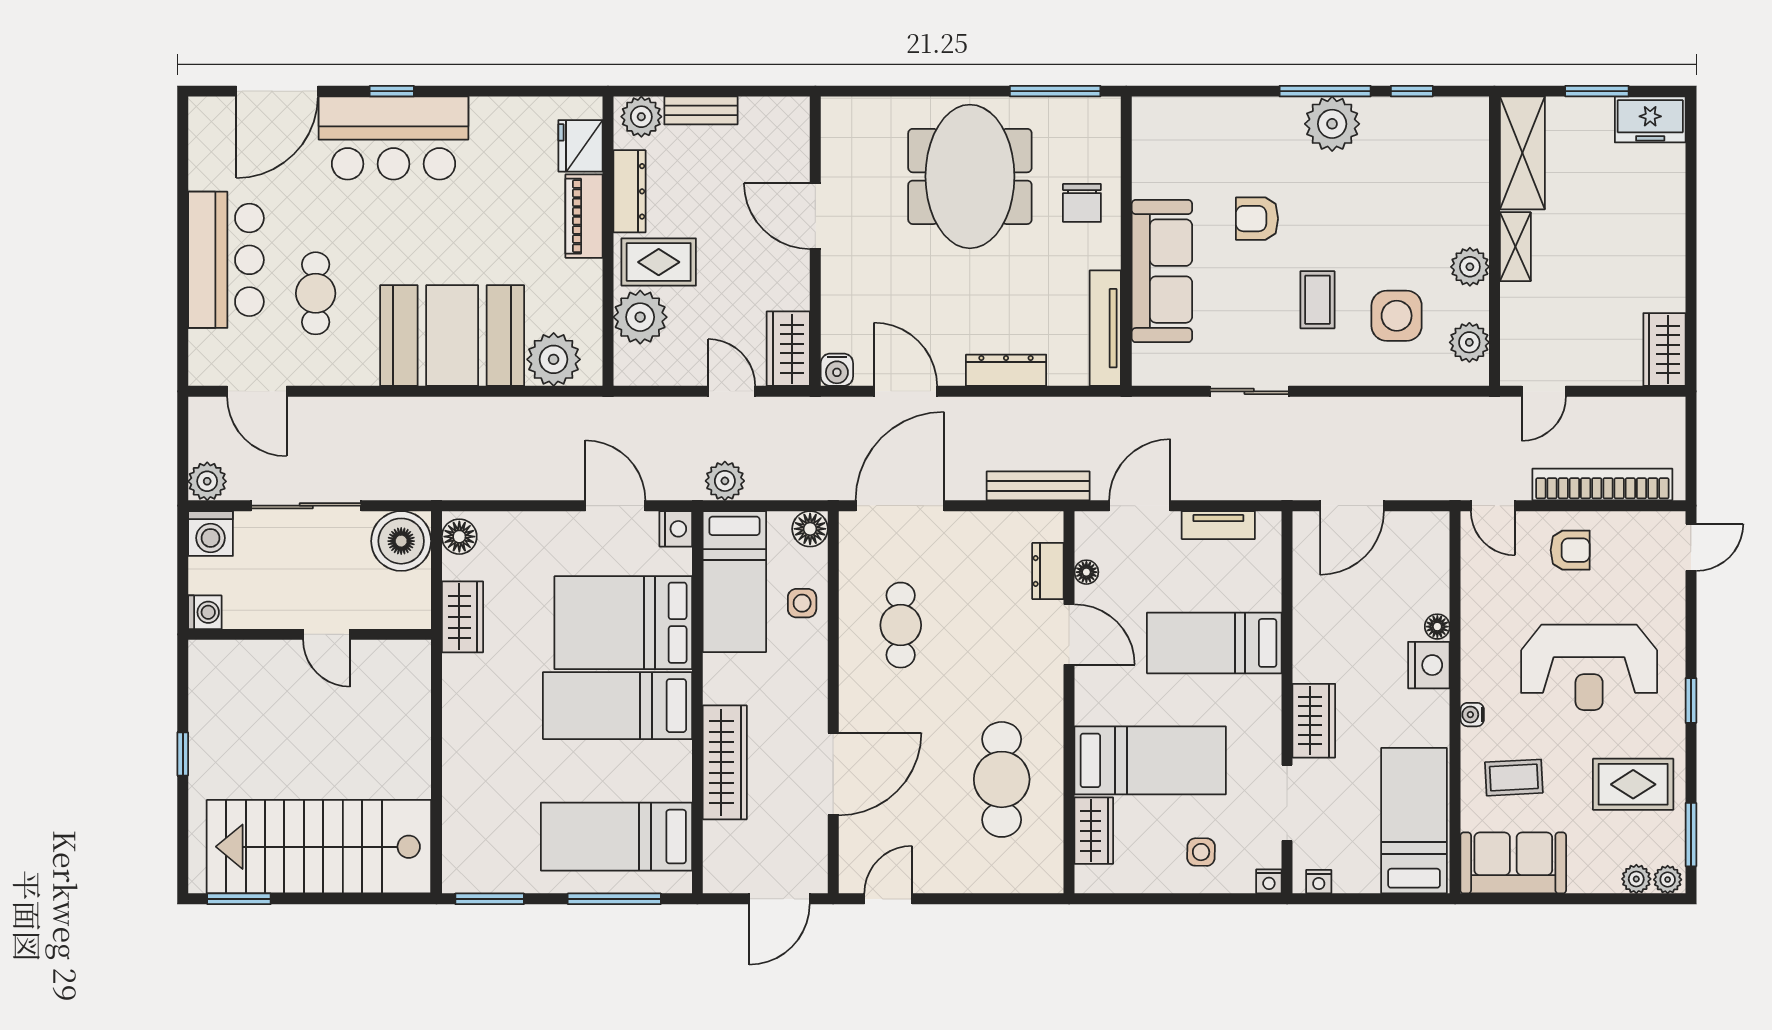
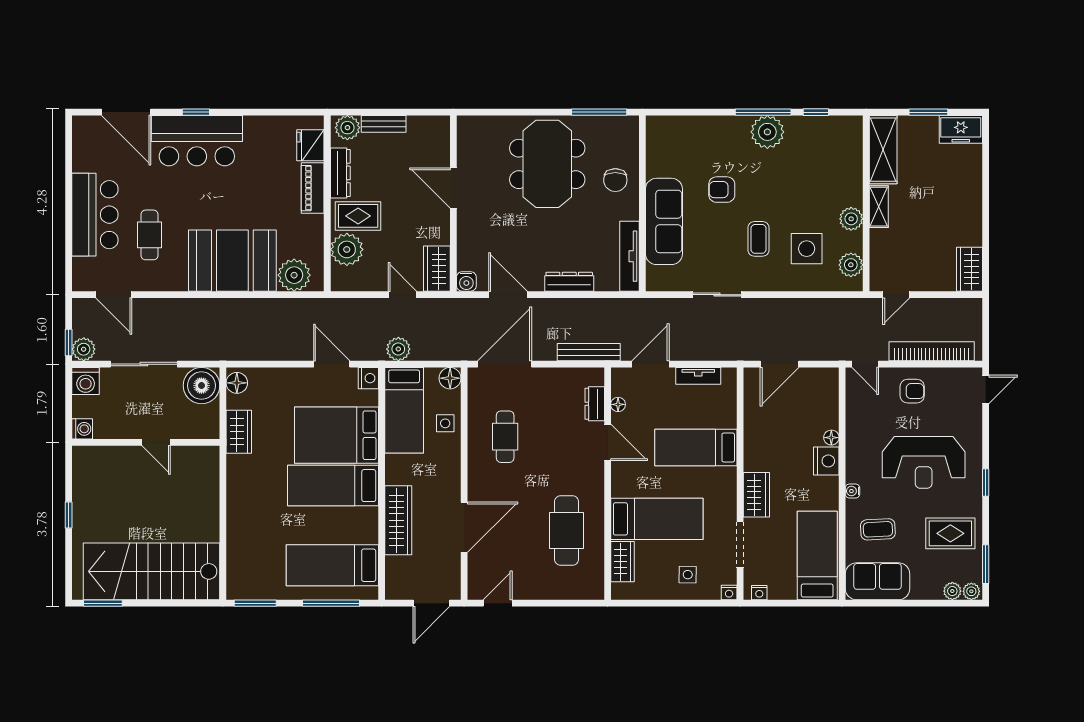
door: (277, 91) -> (126, 112), hinge flipped
window: (183, 470) -> (69, 343), added

